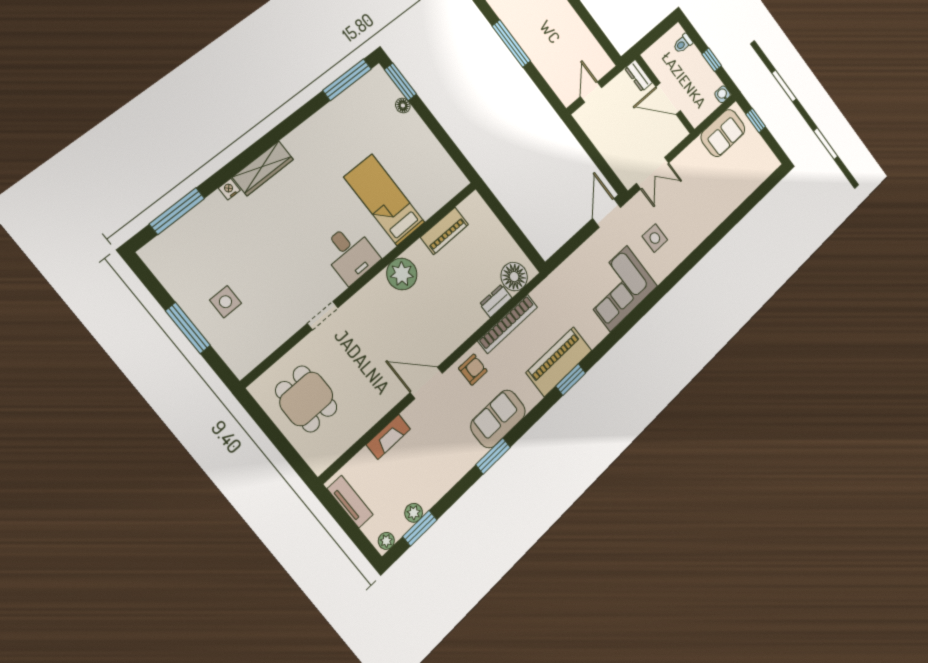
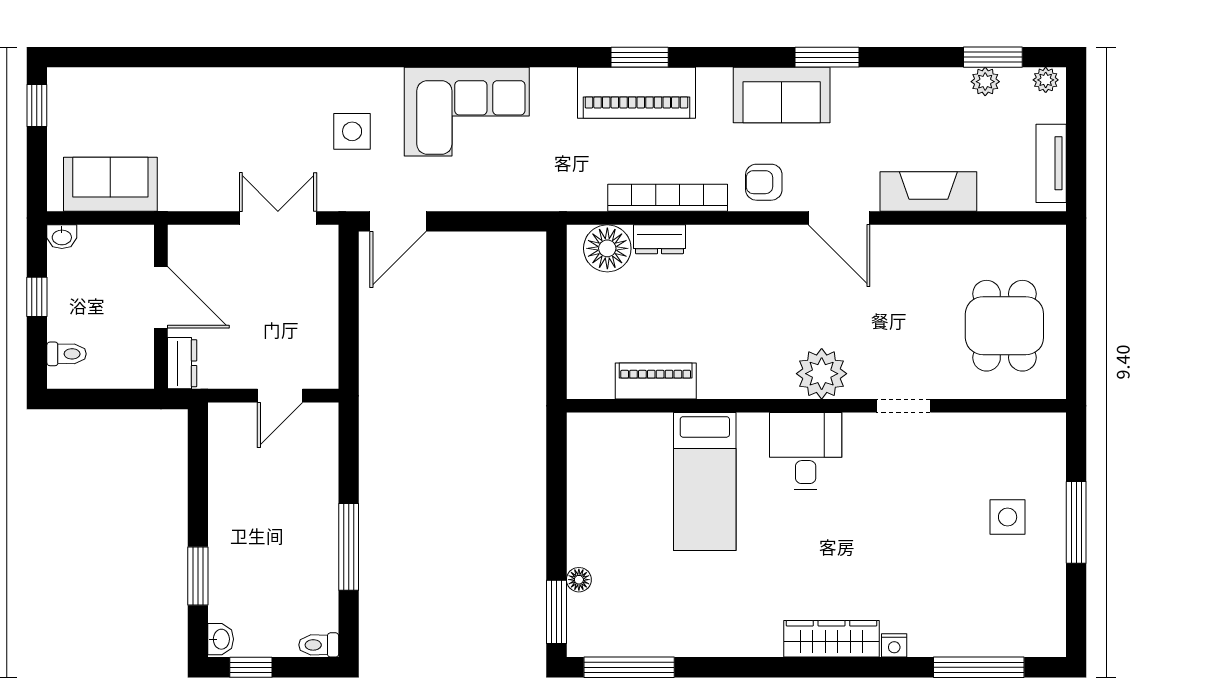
window: (756, 120) -> (37, 105), moved
plant: (402, 274) -> (822, 374), moved
fireplace: (388, 437) -> (928, 191), width x1.37, depth x1.32

